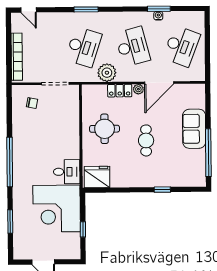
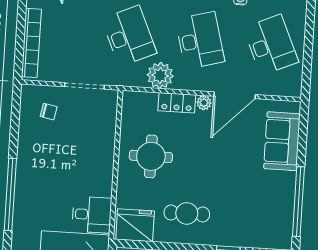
desk: (182, 46) -> (271, 45), turned -45
desk: (84, 47) -> (129, 36), turned -42
sofa: (194, 129) -> (282, 141), moved
cafe table: (146, 140) -> (187, 213), moved, turned 90

